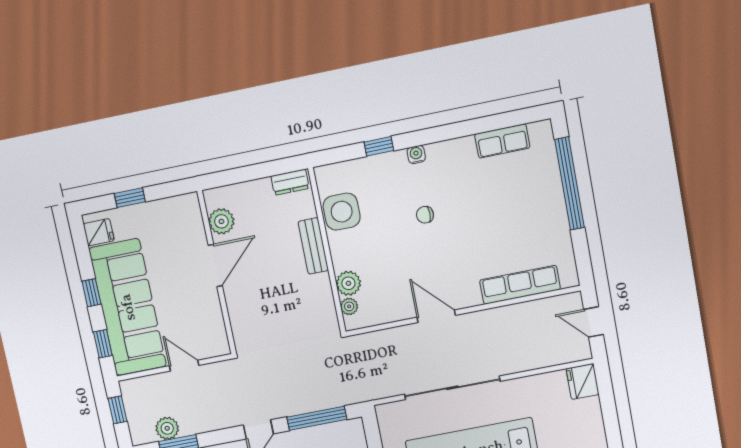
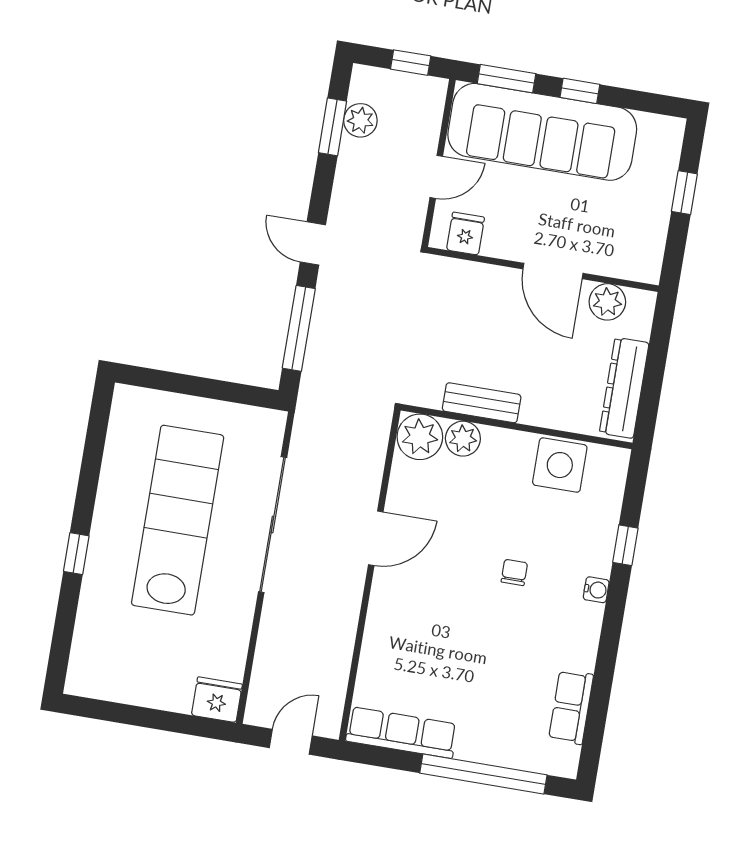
dresser: (290, 182) -> (624, 388), width x1.96, depth x1.24
fridge: (99, 232) -> (465, 234), moved, turned 180
bench: (313, 246) -> (482, 403), moved
row of seats: (520, 285) -> (402, 733), moved, turned -90
plant: (349, 306) -> (420, 437), width x1.88, depth x1.88
window: (103, 344) -> (507, 79), width x1.50

